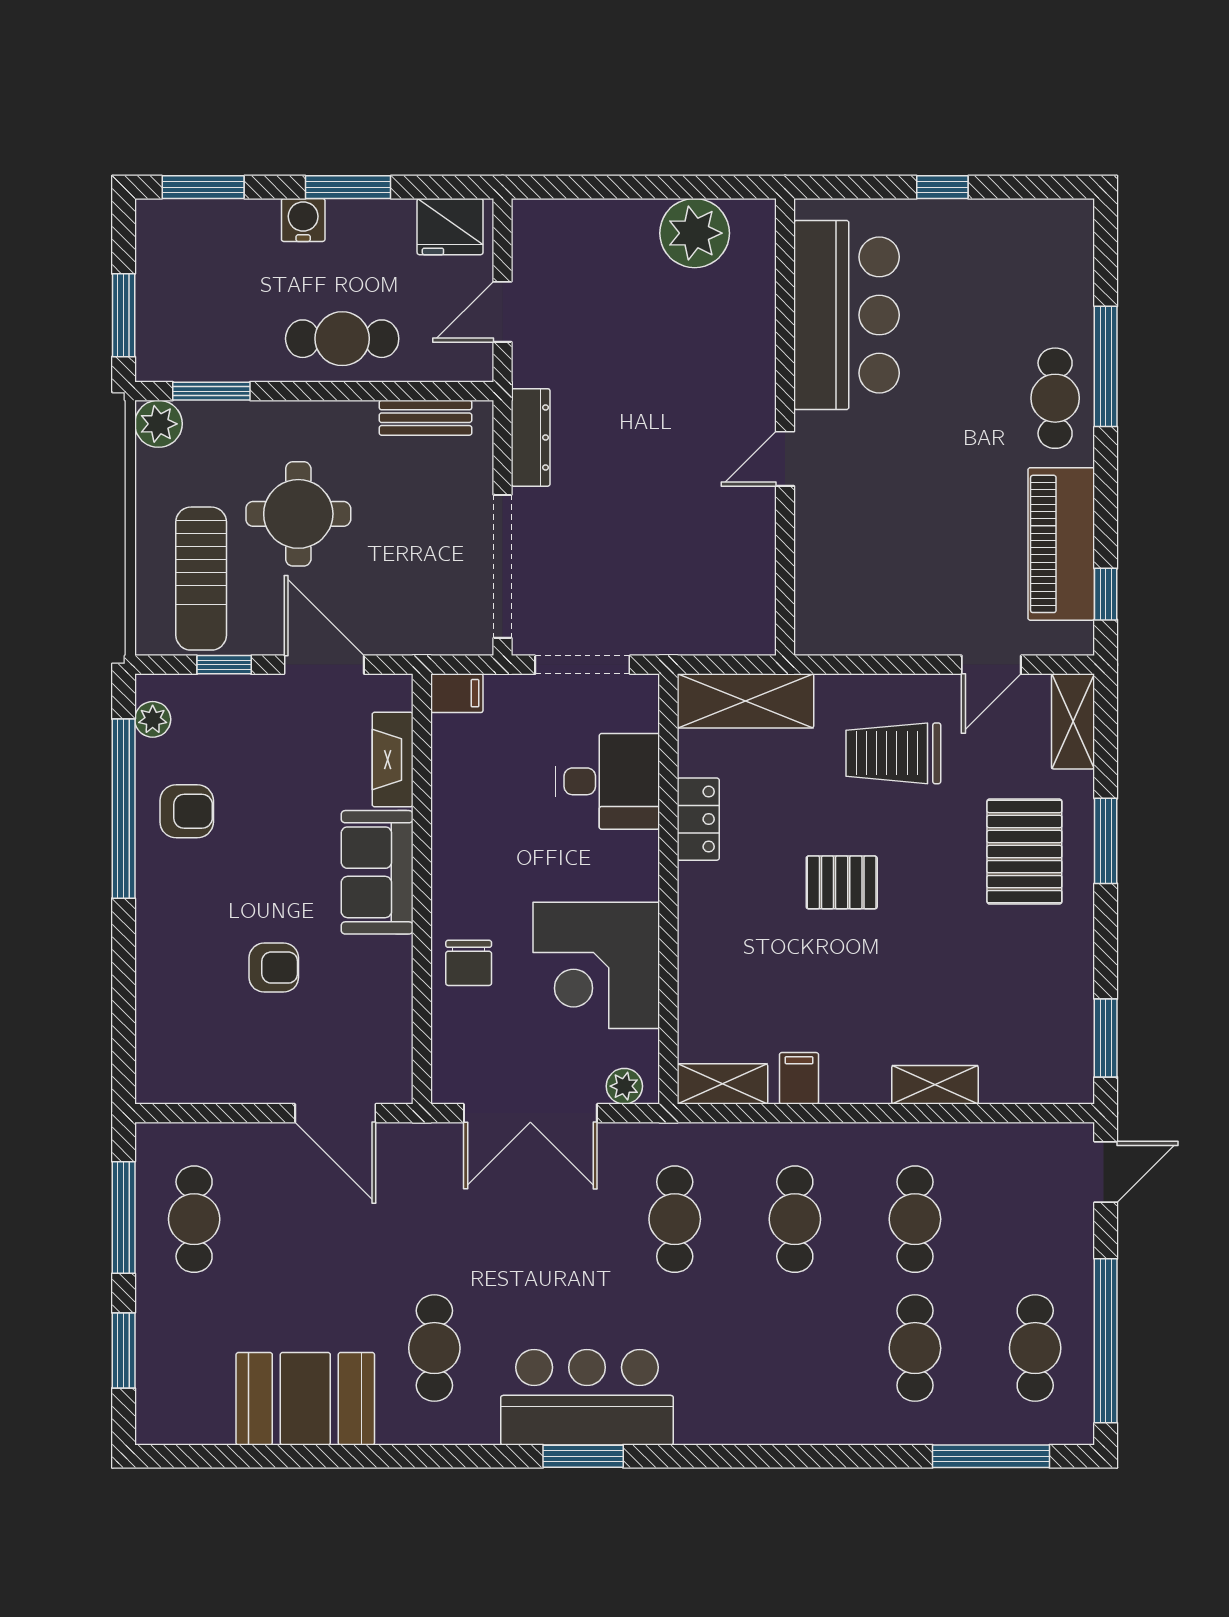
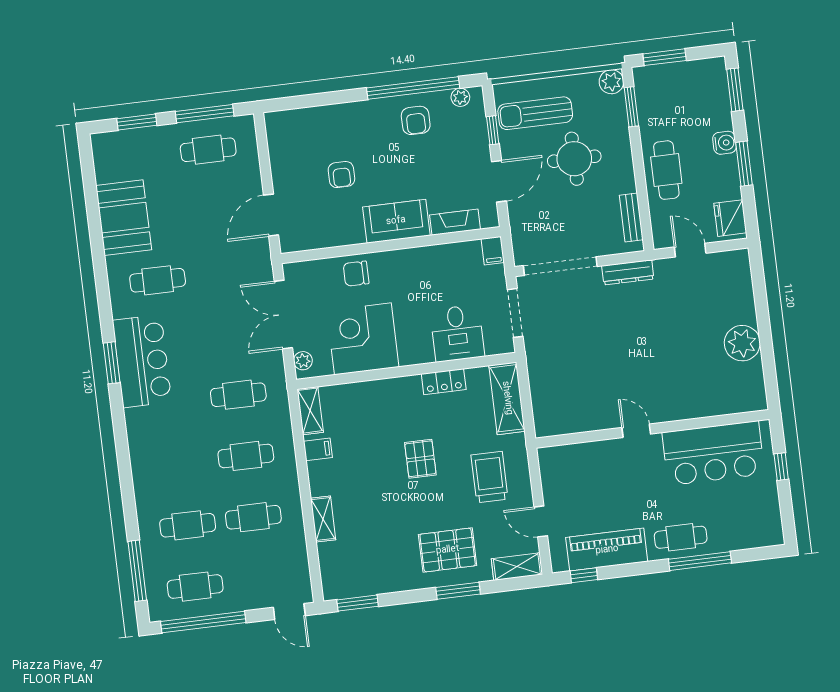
bar counter: (847, 315) -> (713, 453), moved
wall: (785, 427) -> (652, 429), moved
door: (785, 459) -> (636, 431), moved

